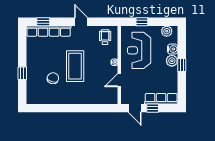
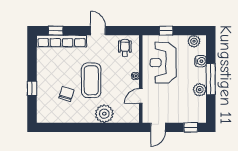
plant: (172, 61) -> (200, 90), moved
window: (182, 65) -> (211, 79), width x2.17
plant: (87, 96) -> (104, 114), added
row of seats: (161, 99) -> (188, 117), removed
door: (135, 108) -> (158, 127), hinge flipped
window: (153, 108) -> (191, 127), moved

